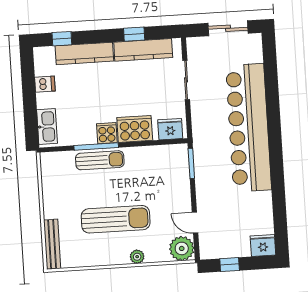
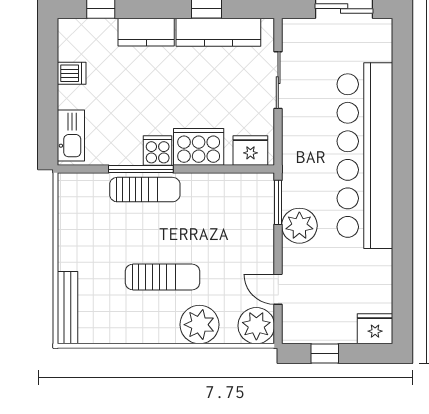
kitchen counter: (84, 53) -> (146, 32), width x0.67
plant: (207, 178) -> (299, 226), added
sun lounger: (116, 219) -> (163, 277), width x0.73, depth x0.75
plant: (137, 257) -> (199, 325), width x1.88, depth x1.88

